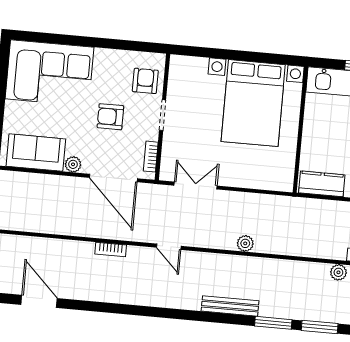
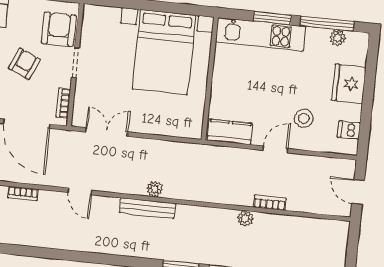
armchair: (145, 81) -> (59, 29), width x1.38, depth x1.38
armchair: (110, 117) -> (24, 64), turned 114
bench: (230, 306) -> (147, 208), moved

